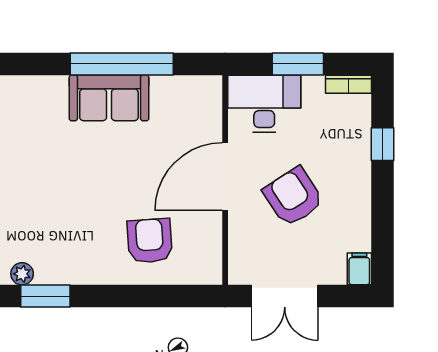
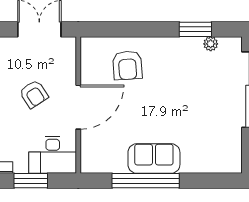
armchair: (293, 197) -> (34, 94), width x0.72, depth x0.72

